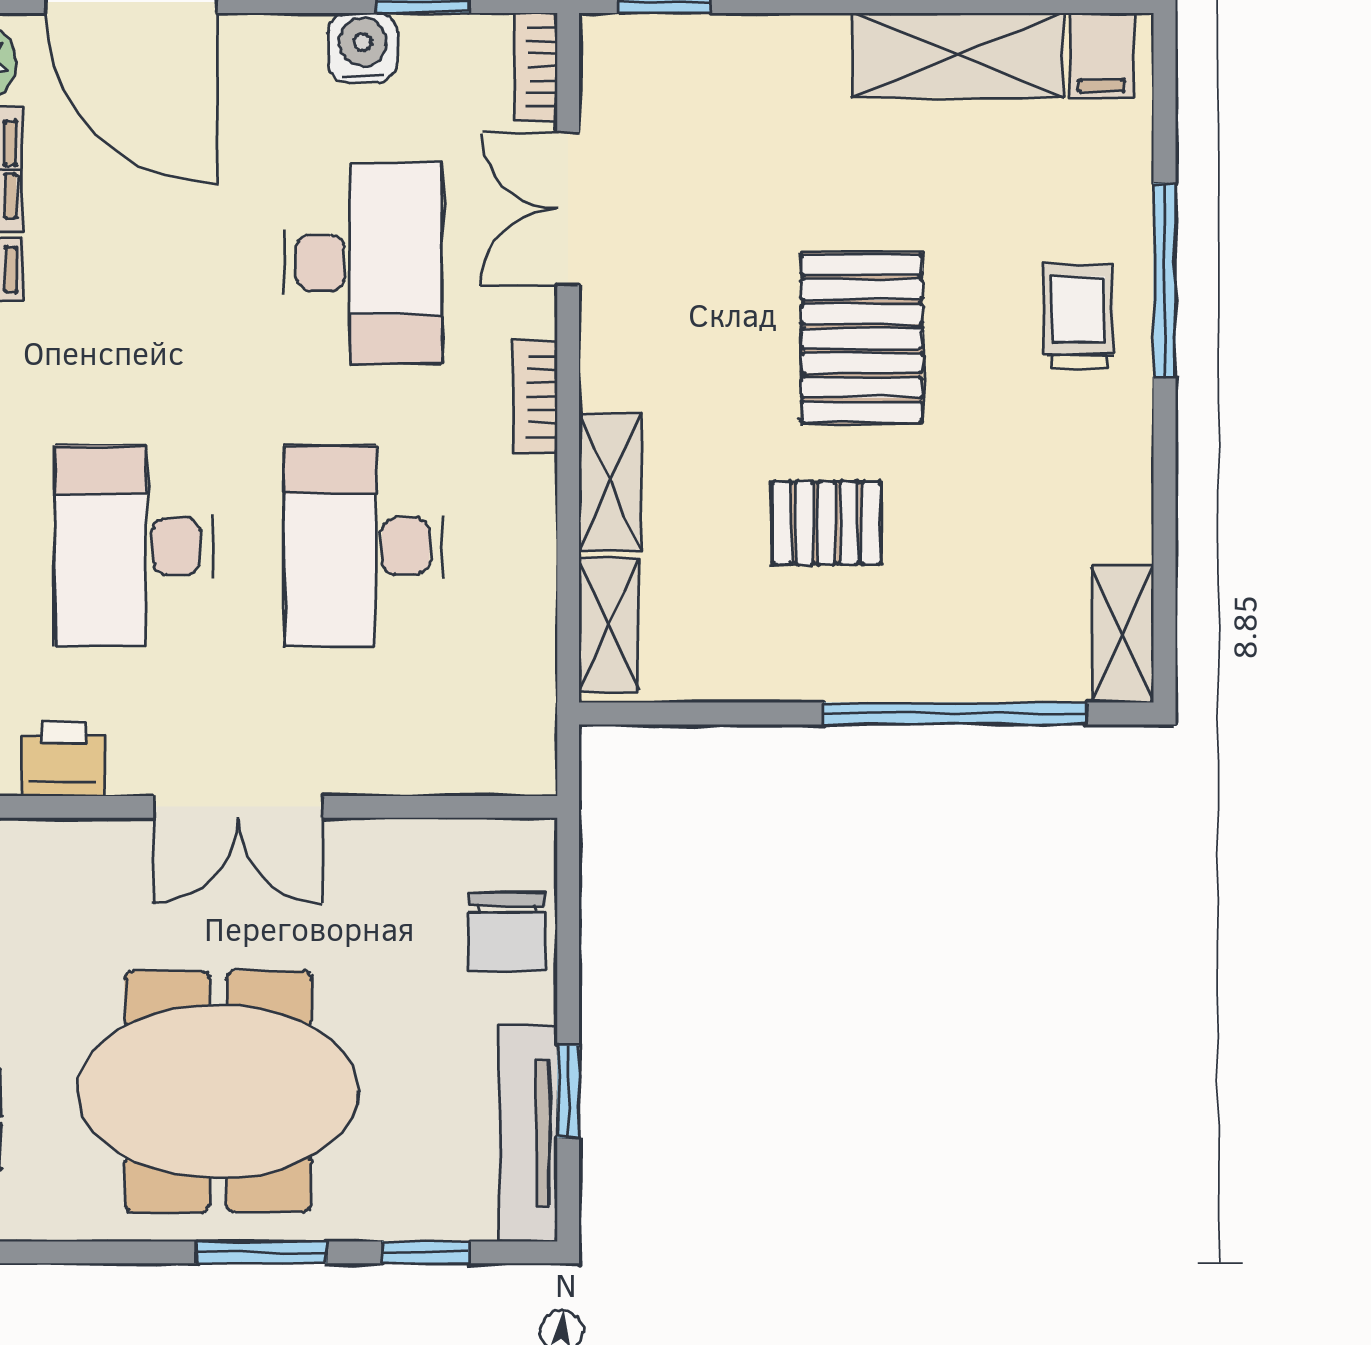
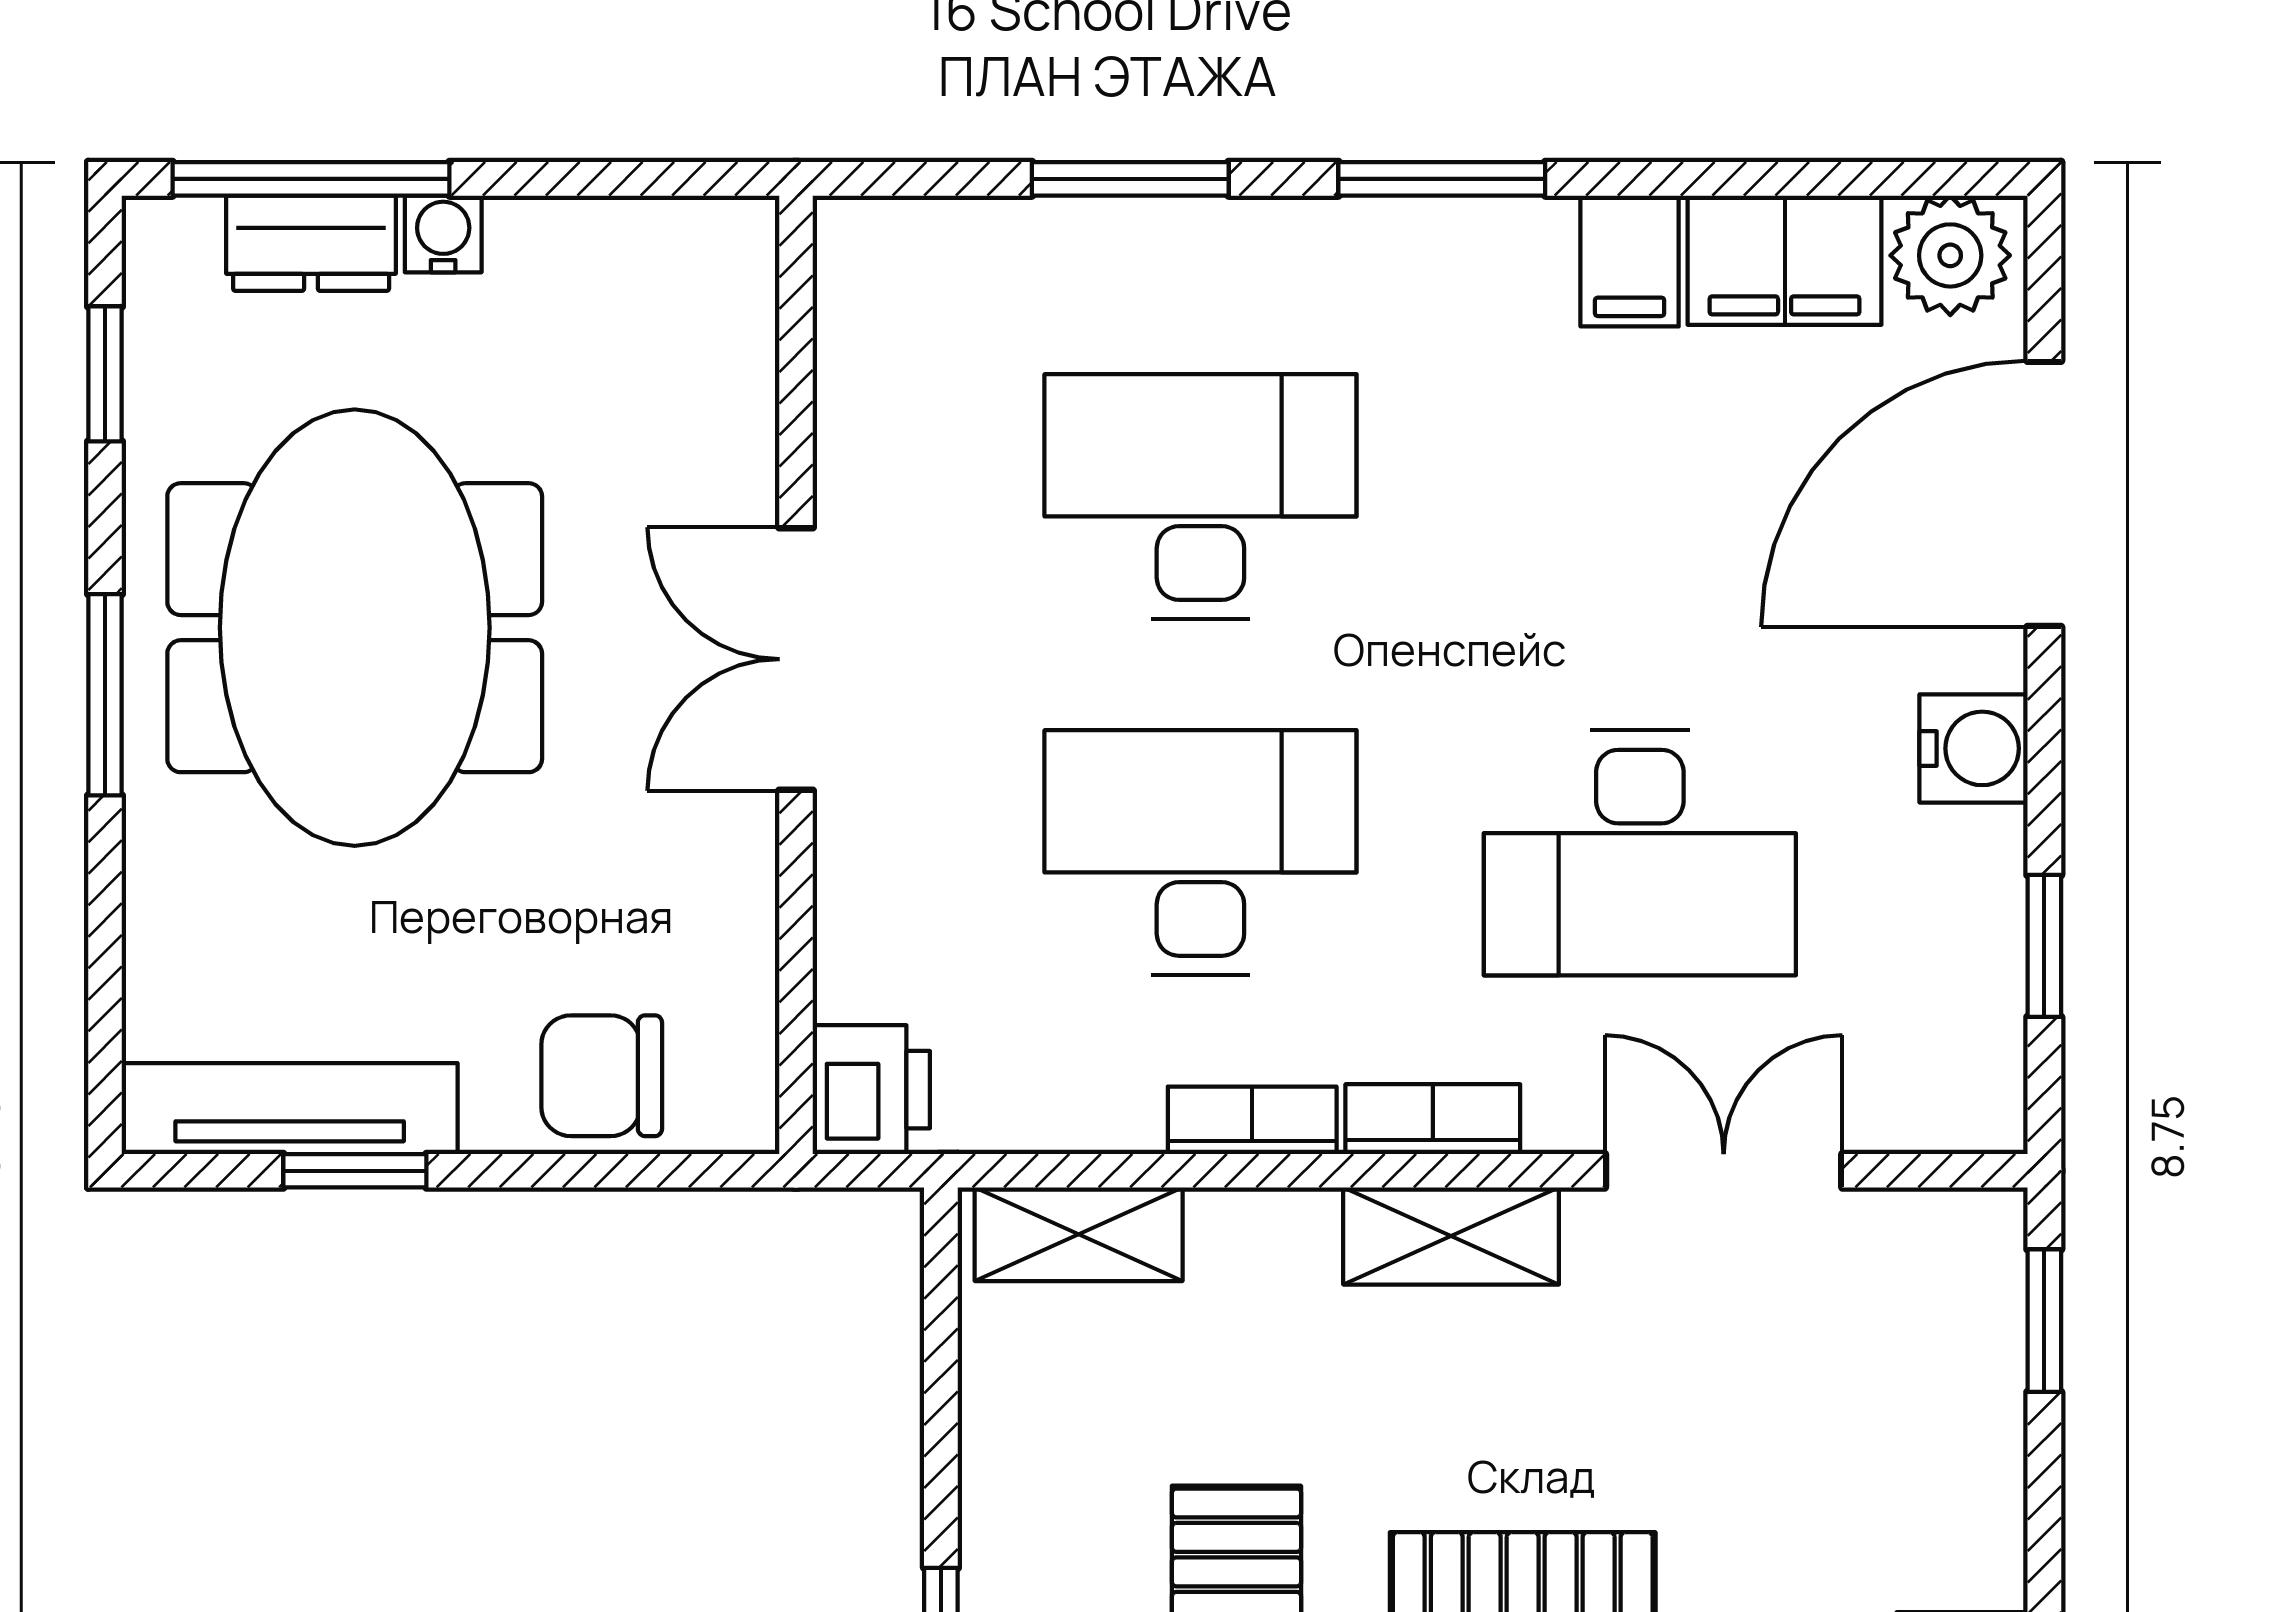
water cooler: (363, 48) -> (1973, 748), moved
bookcase: (536, 67) -> (1252, 1120), moved
shelving: (610, 482) -> (1451, 1236), moved
printer: (63, 758) -> (871, 1090), moved
window: (426, 1252) -> (105, 374), moved

